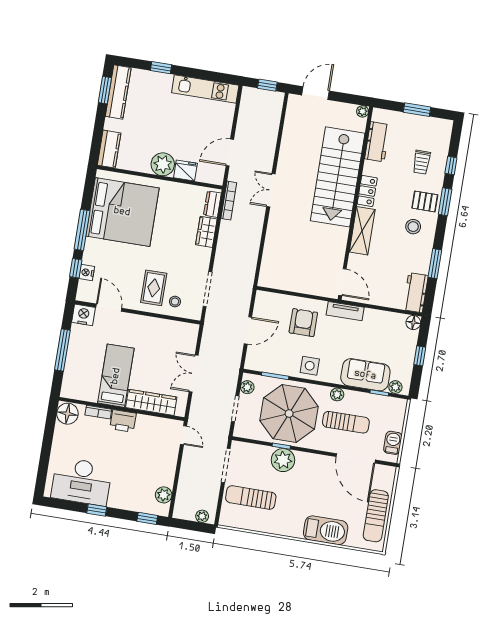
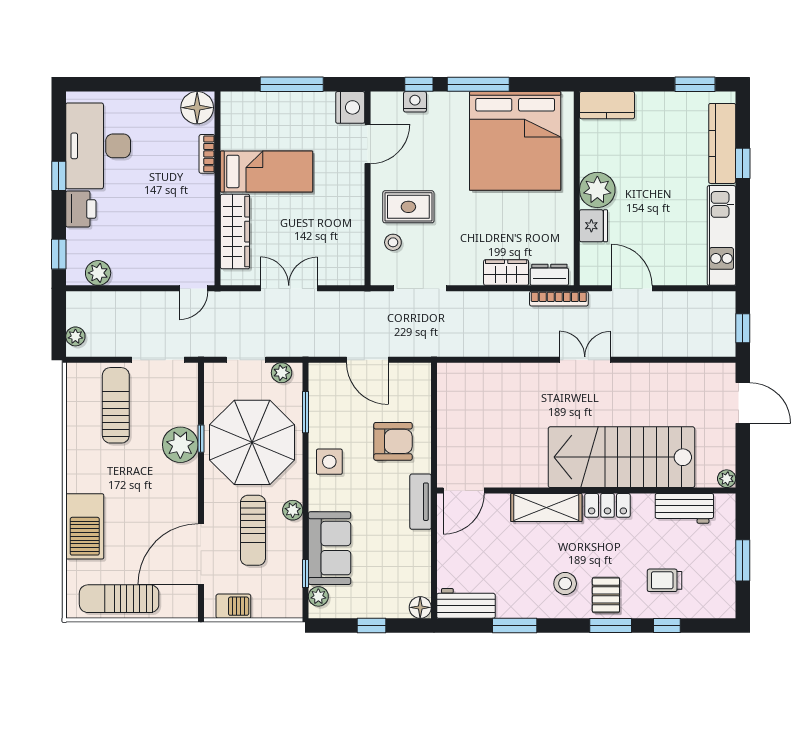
kitchen counter: (118, 92) -> (722, 143), moved, turned 90
printer: (123, 421) -> (81, 209), moved, turned 180

